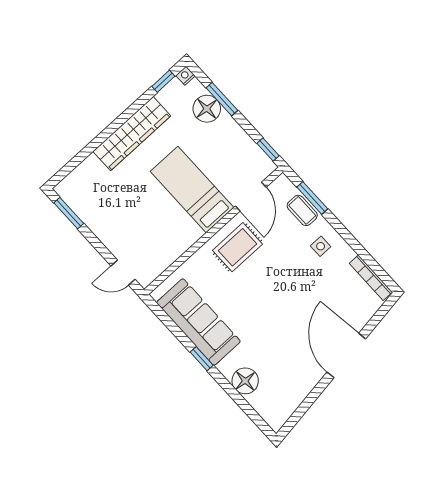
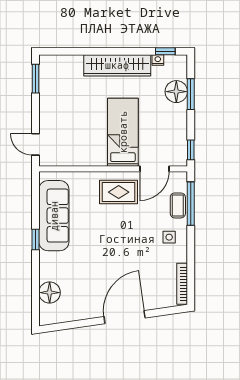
nightstand: (186, 76) -> (158, 60), moved
window: (312, 198) -> (191, 204), width x1.44
floor lamp: (245, 381) -> (50, 293), moved

